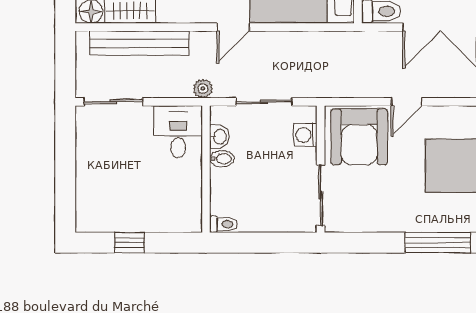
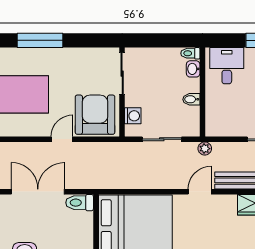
door: (233, 27) -> (200, 192), moved
desk: (178, 132) -> (227, 66), moved, turned 180
washbasin: (219, 137) -> (193, 69), moved

